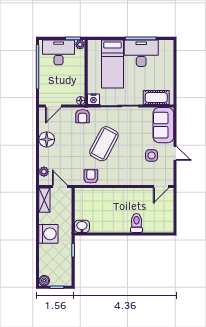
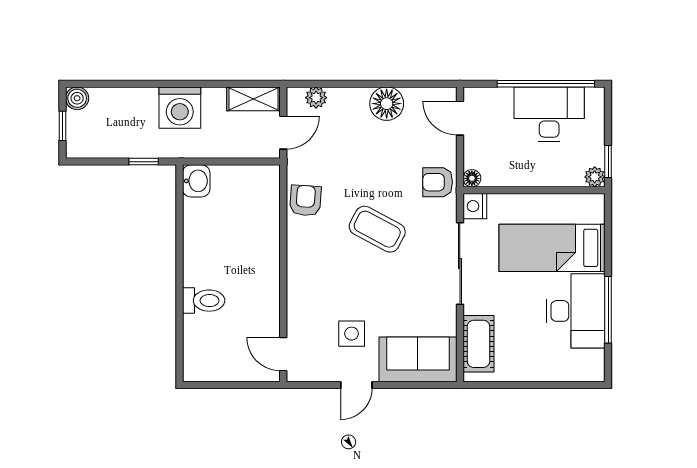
desk: (59, 52) -> (549, 114), moved, turned -90
coffee table: (104, 144) -> (377, 229), width x0.73, depth x0.76
armchair: (91, 176) -> (305, 201), turned -86

